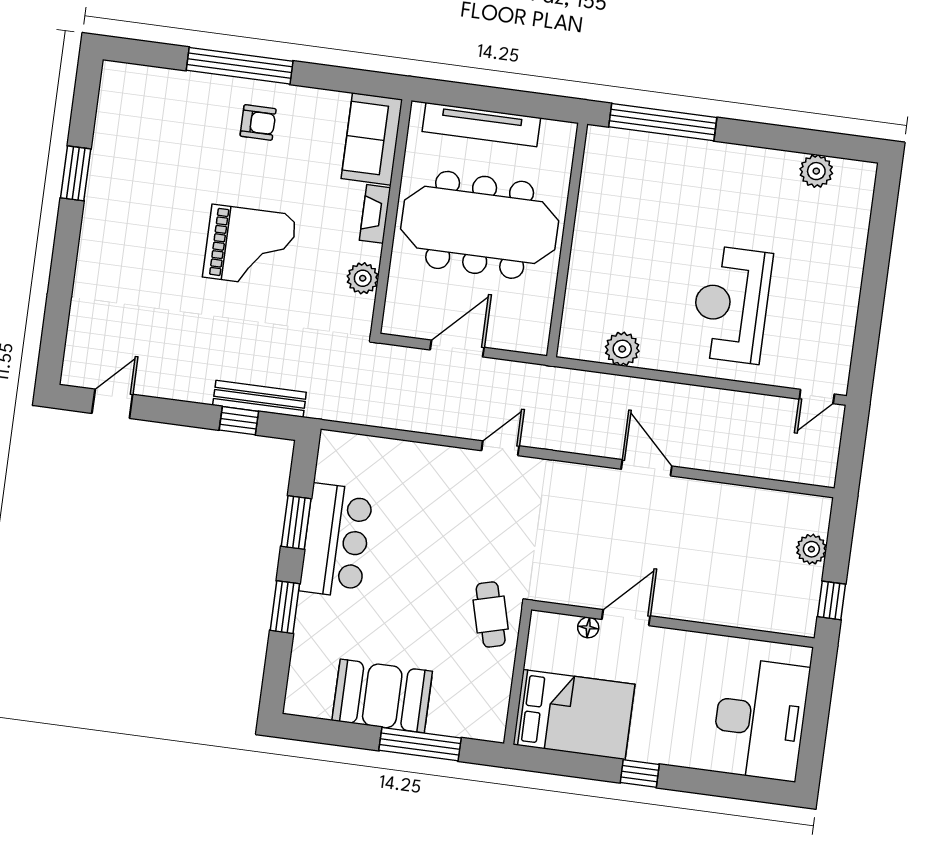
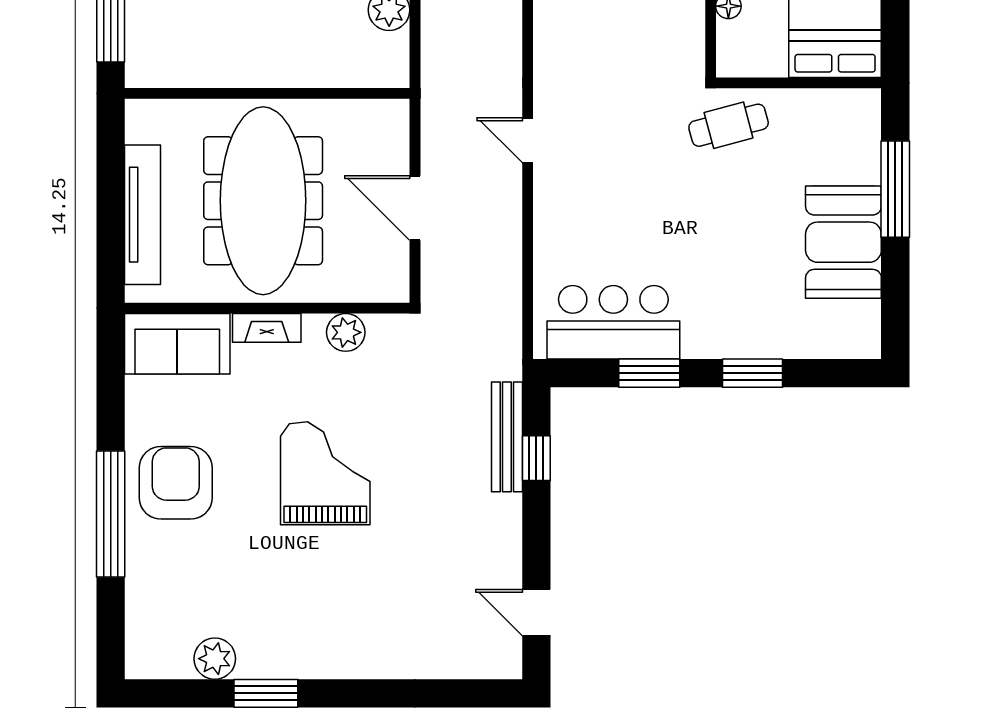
armchair: (258, 122) -> (176, 483), width x1.88, depth x1.88
plant: (110, 135) -> (215, 659), added
bar counter: (336, 541) -> (613, 322), moved

